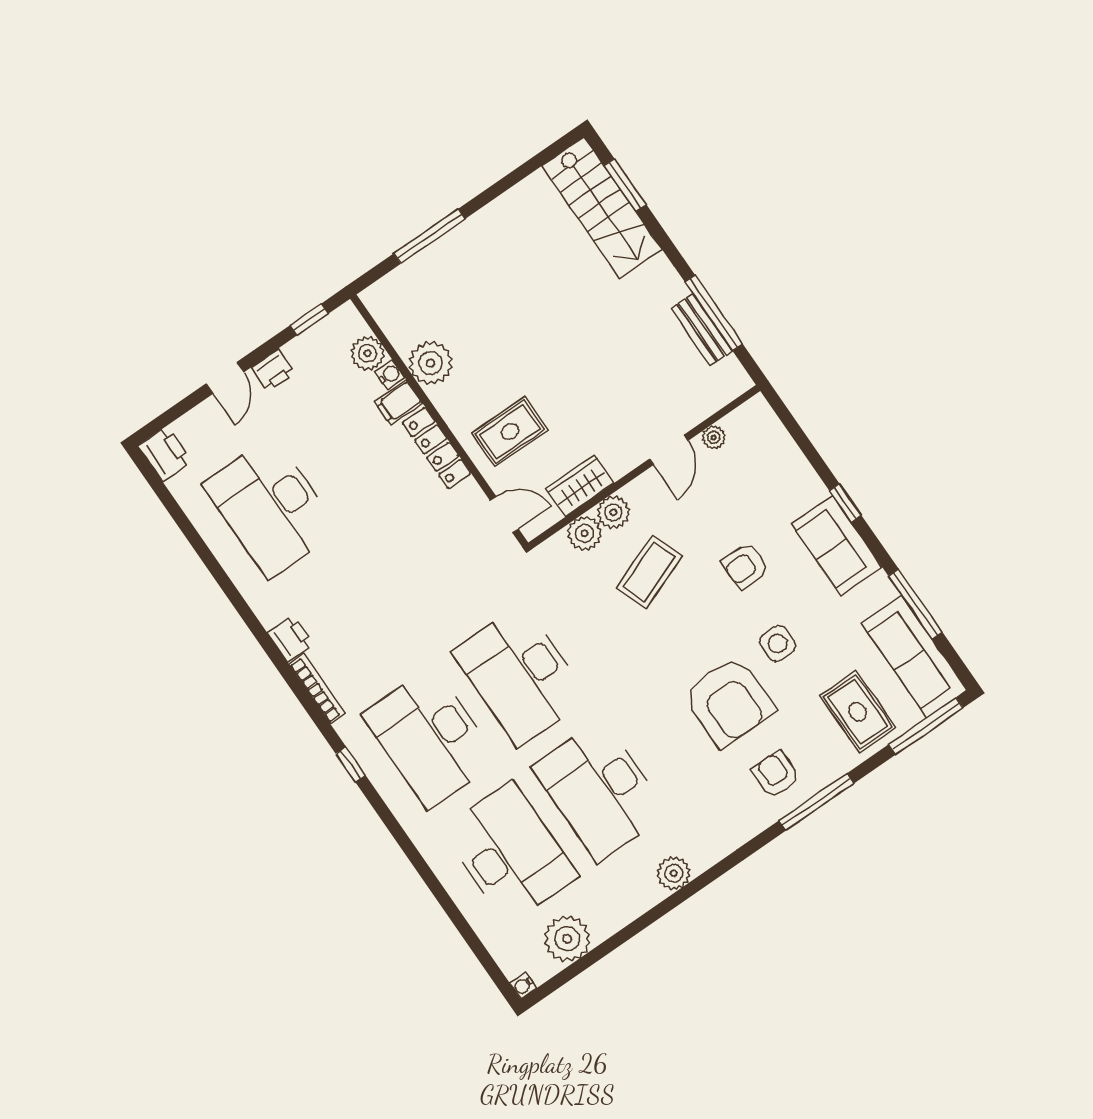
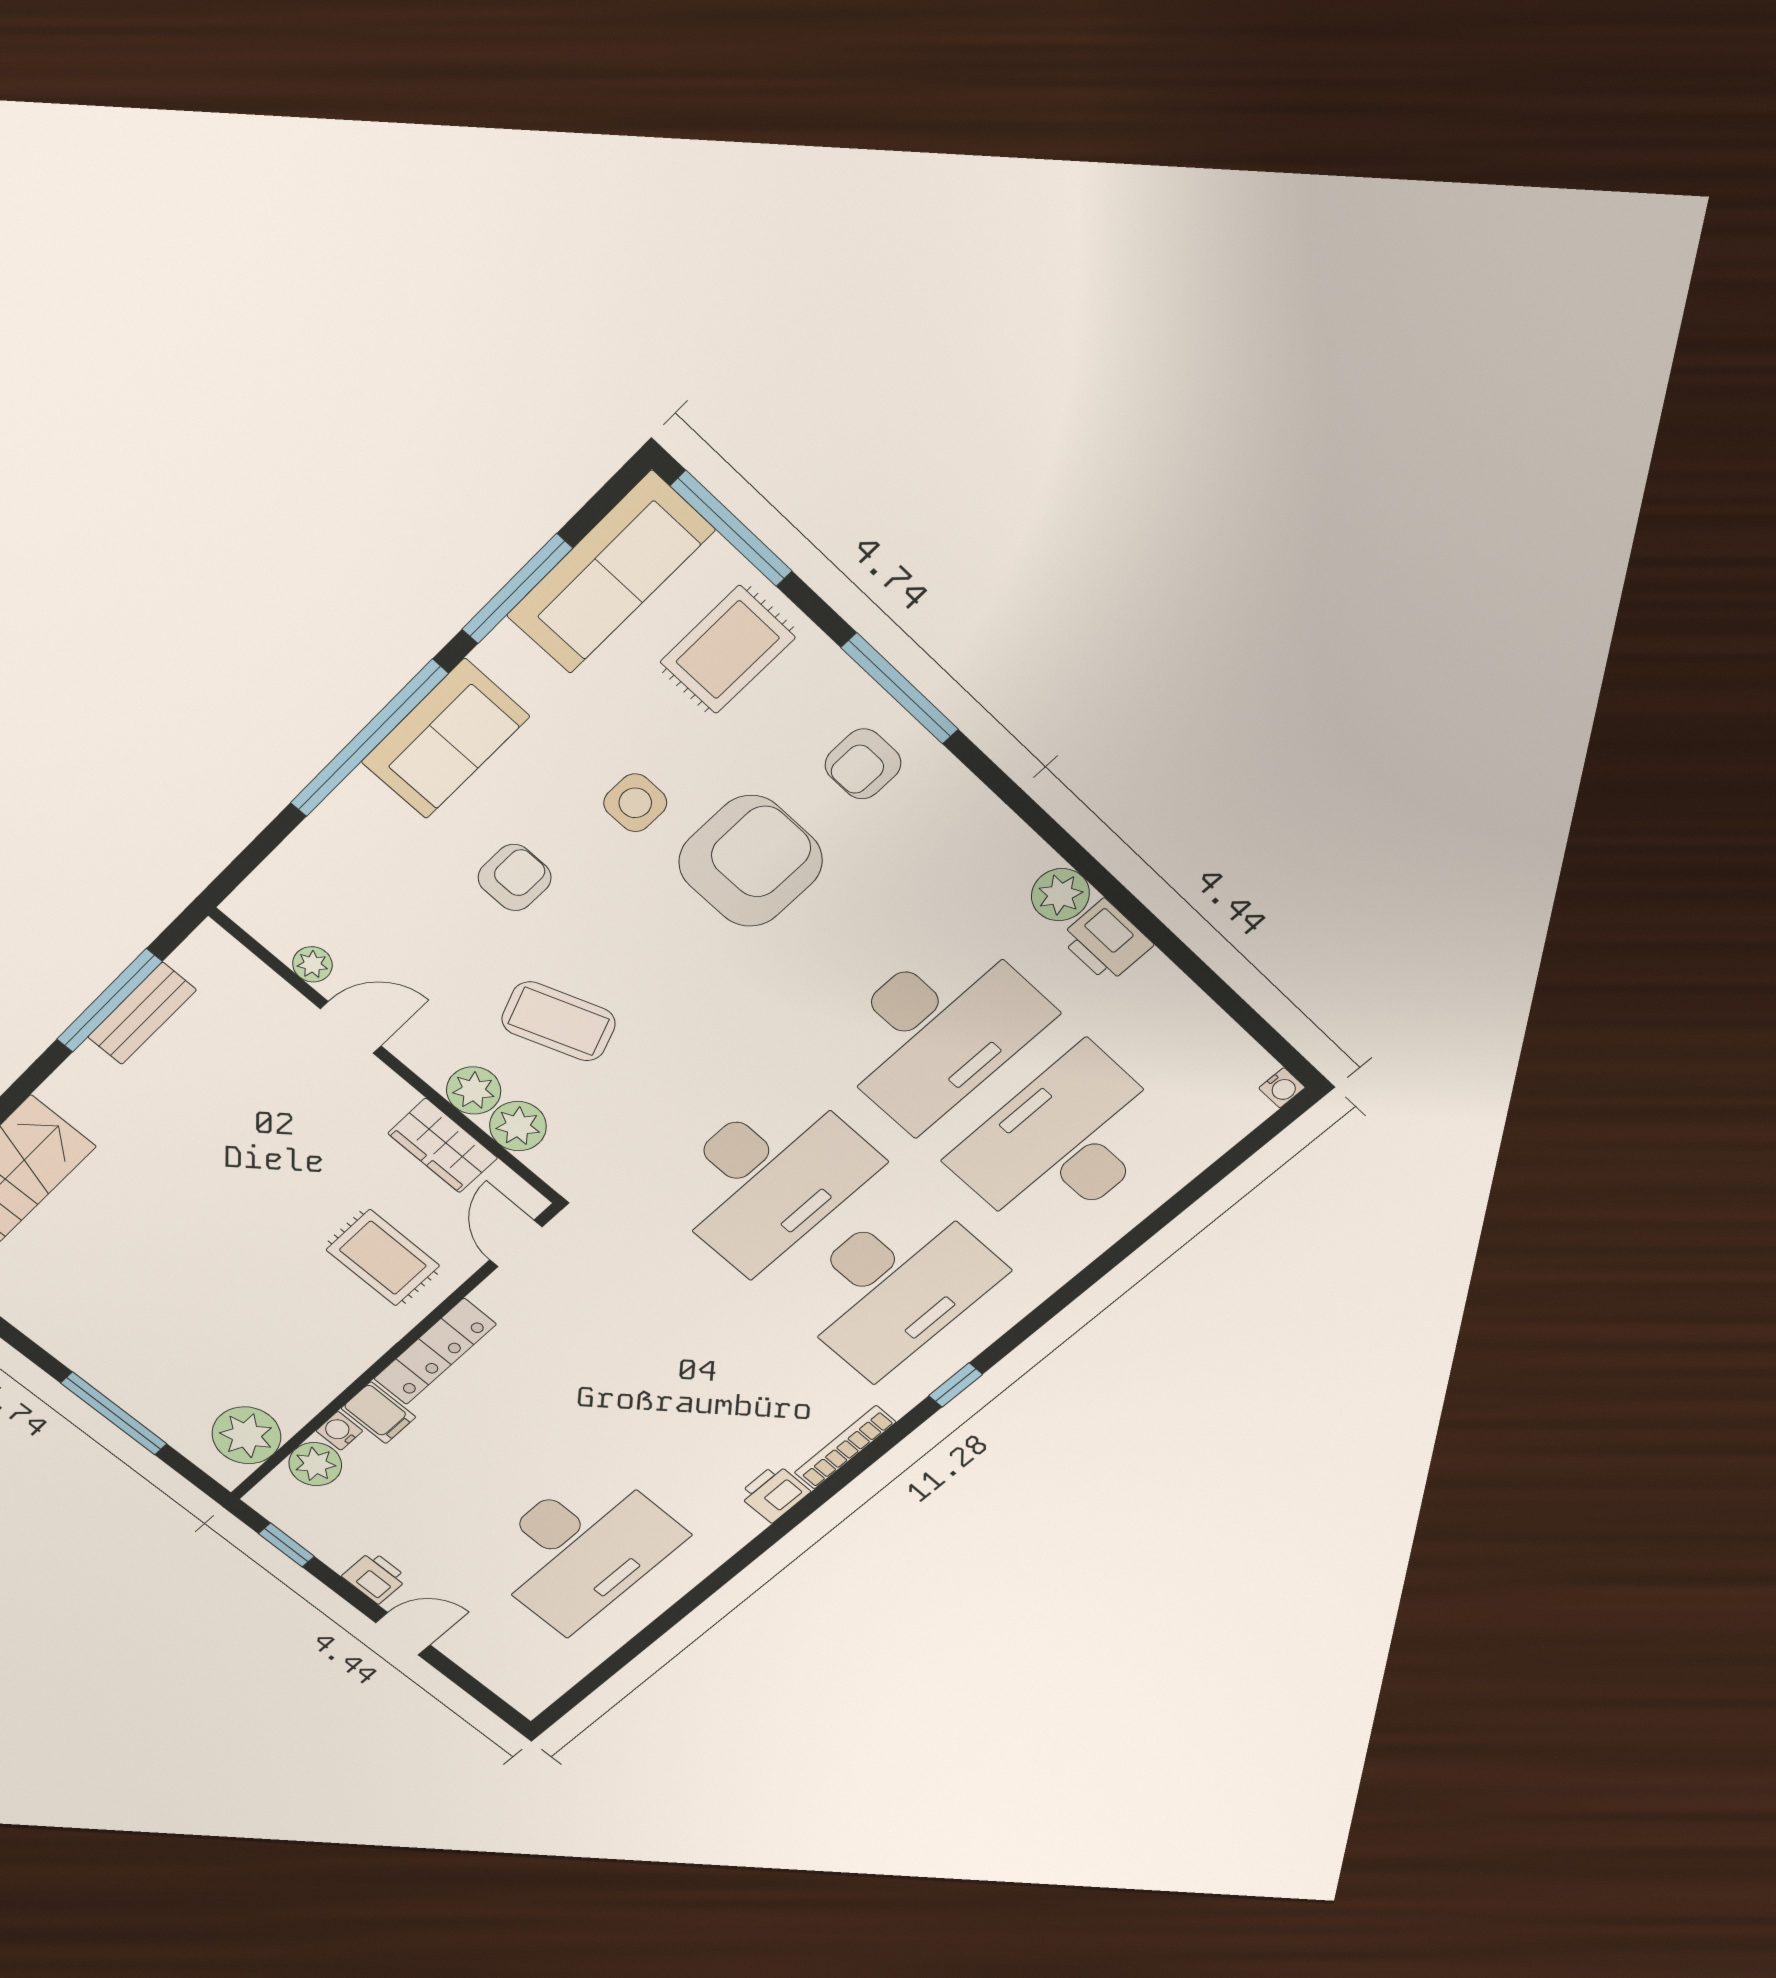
plant: (431, 363) -> (246, 1435), moved
printer: (165, 454) -> (1106, 941), moved, turned -90
window: (845, 503) -> (369, 739), width x3.17
armchair: (745, 566) -> (515, 878), turned -90
plant: (567, 939) -> (1195, 1037), removed

